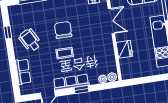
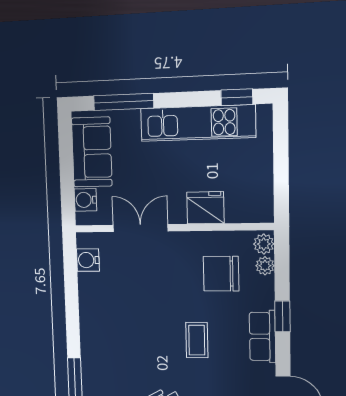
chair: (63, 30) -> (221, 274), moved
row of seats: (71, 82) -> (262, 336), width x0.68

